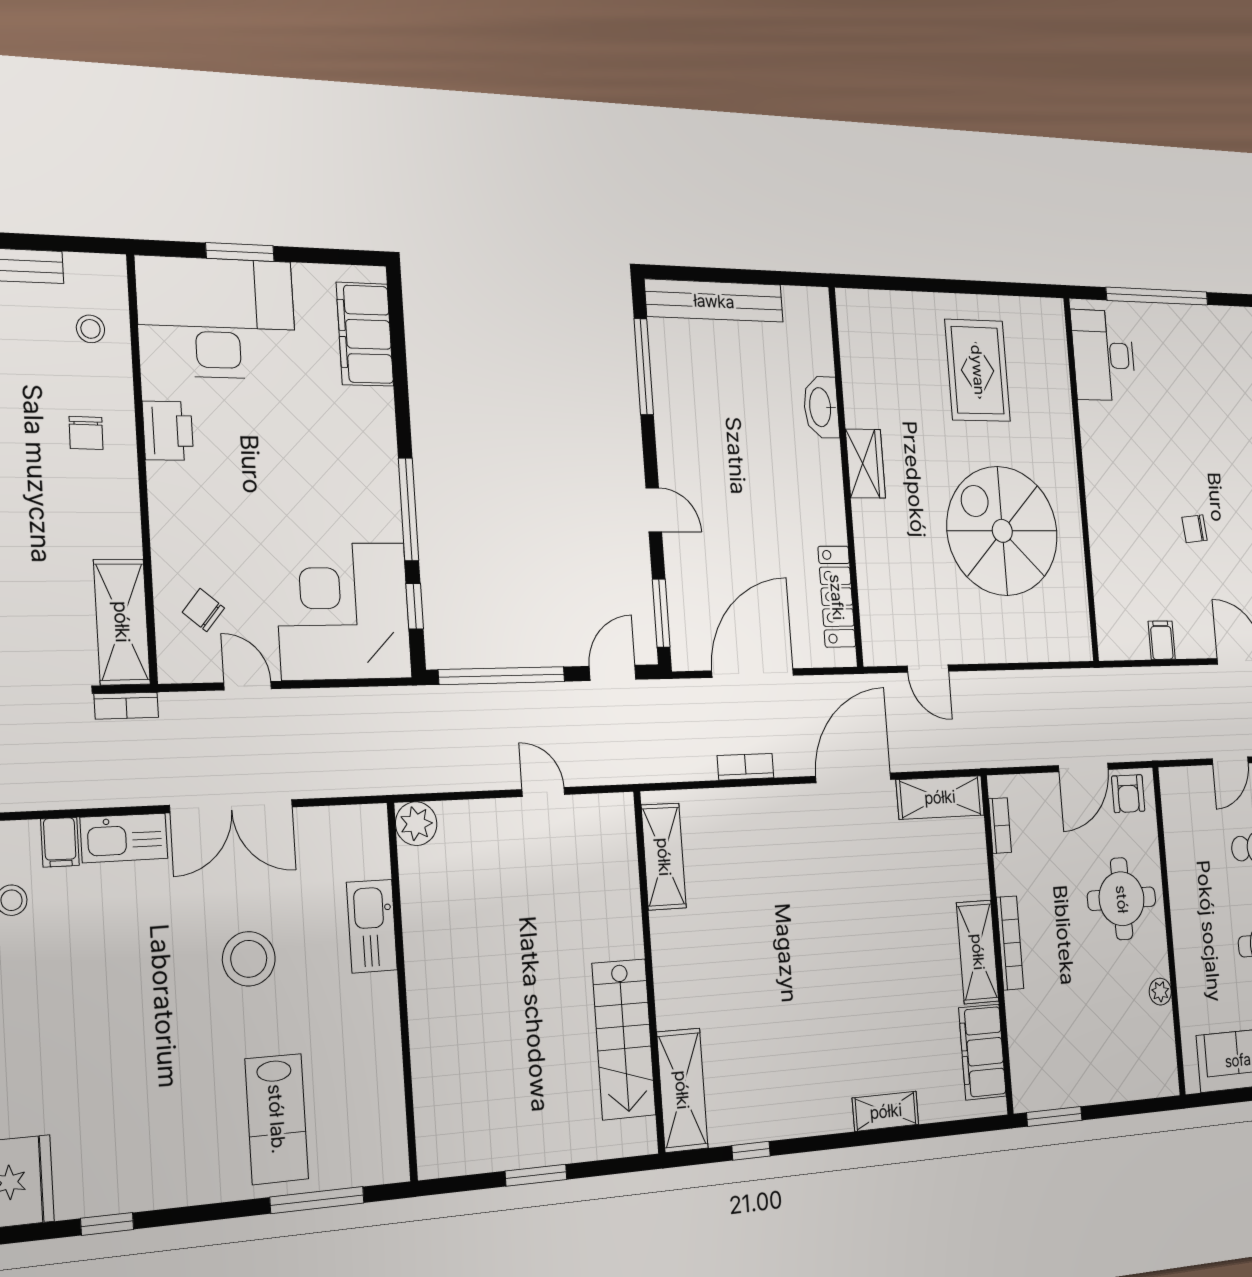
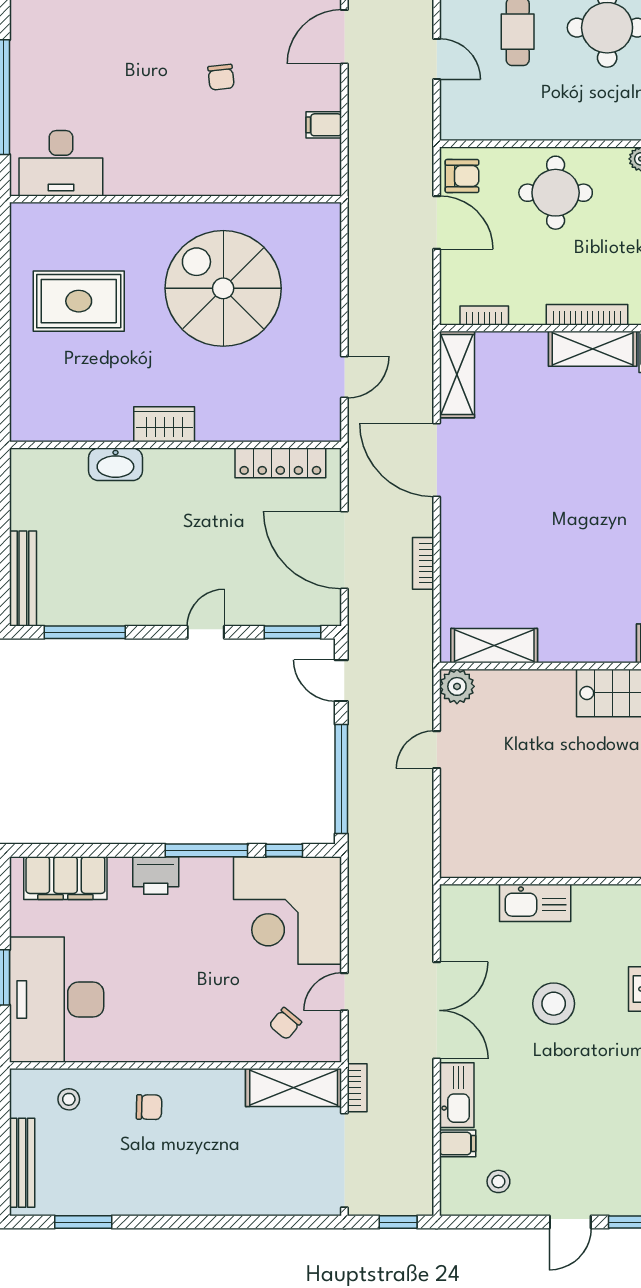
bench: (714, 301) -> (23, 578), width x0.73, depth x0.82
printer: (168, 431) -> (156, 875), moved, turned 180
spiral stairs: (1002, 531) -> (223, 288), turned 90
plant: (416, 824) -> (457, 686), moved

